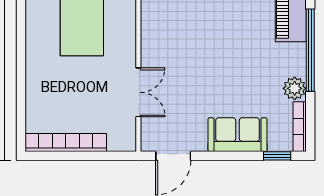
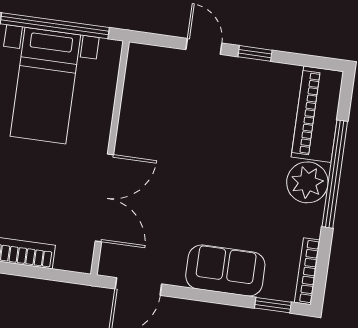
plant: (295, 88) -> (307, 182), moved, width x1.36, depth x1.36
double door: (138, 92) -> (104, 198), width x1.37

